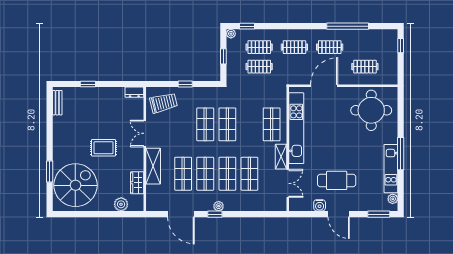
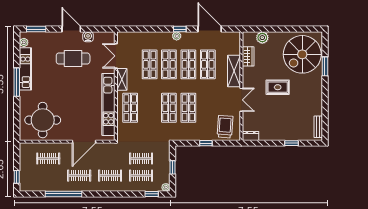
trolley: (163, 103) -> (225, 127), turned 108

